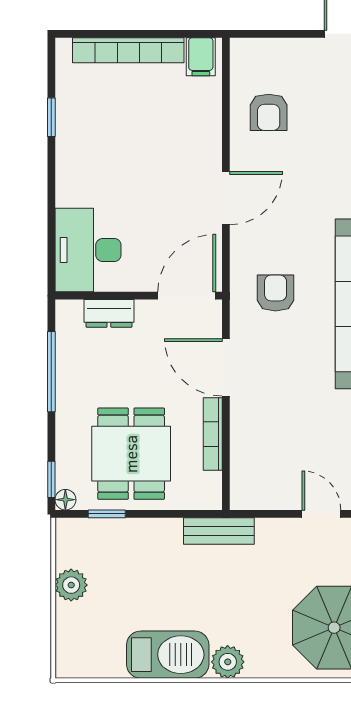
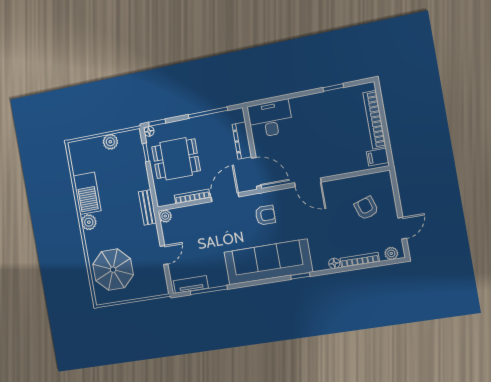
armchair: (269, 112) -> (366, 208), moved, turned 72
dresser: (109, 313) -> (242, 141), width x1.44
plant: (243, 497) -> (165, 216), added

